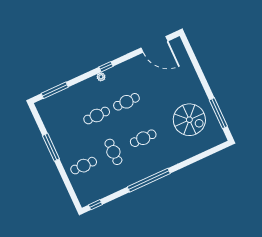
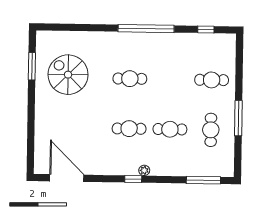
window: (218, 113) -> (32, 66), width x0.69
cafe table: (113, 152) -> (211, 130), moved
window: (95, 205) -> (206, 29), moved

